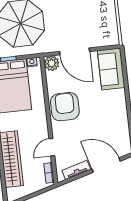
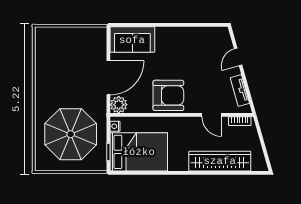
armchair: (65, 107) -> (168, 95), turned 180
door: (106, 165) -> (238, 57), width x0.53

